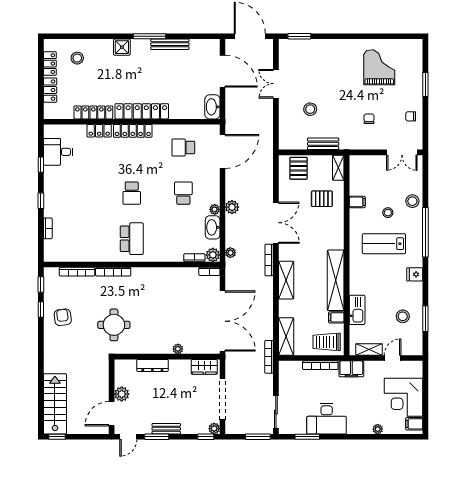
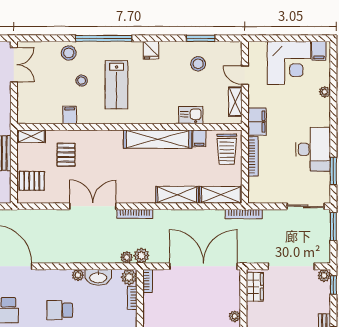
plant: (232, 207) -> (141, 256), moved
shelving: (286, 280) -> (177, 195), moved
kitchen sink: (357, 310) -> (191, 115), width x0.73

